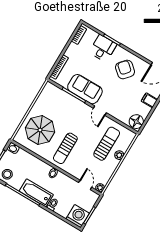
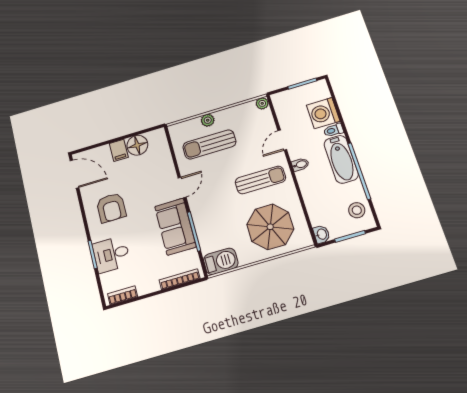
armchair: (125, 69) -> (111, 208), turned -41
barbecue: (48, 93) -> (221, 261), added
floor lamp: (136, 122) -> (137, 145), moved
door: (85, 185) -> (282, 140), moved
washing machine: (78, 216) -> (323, 113), moved

